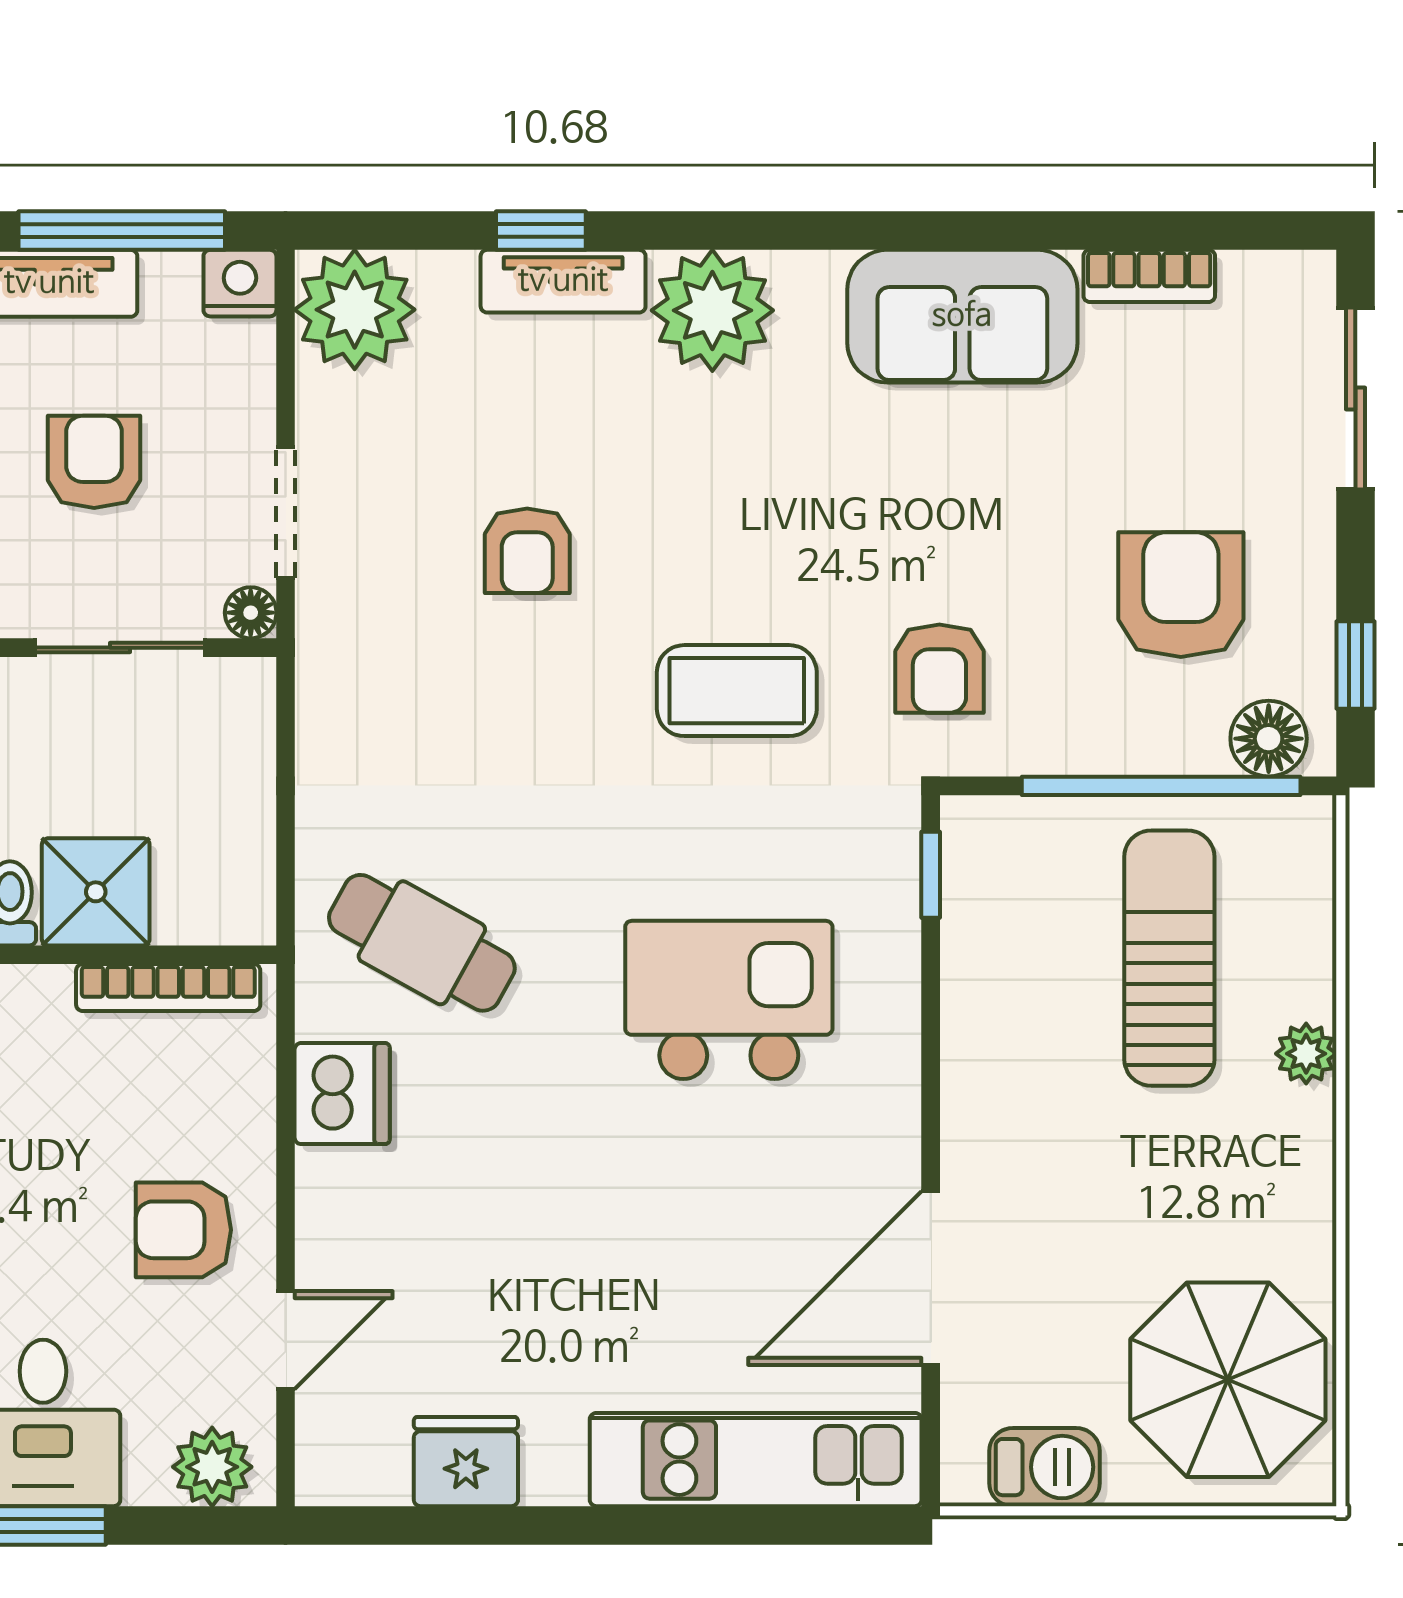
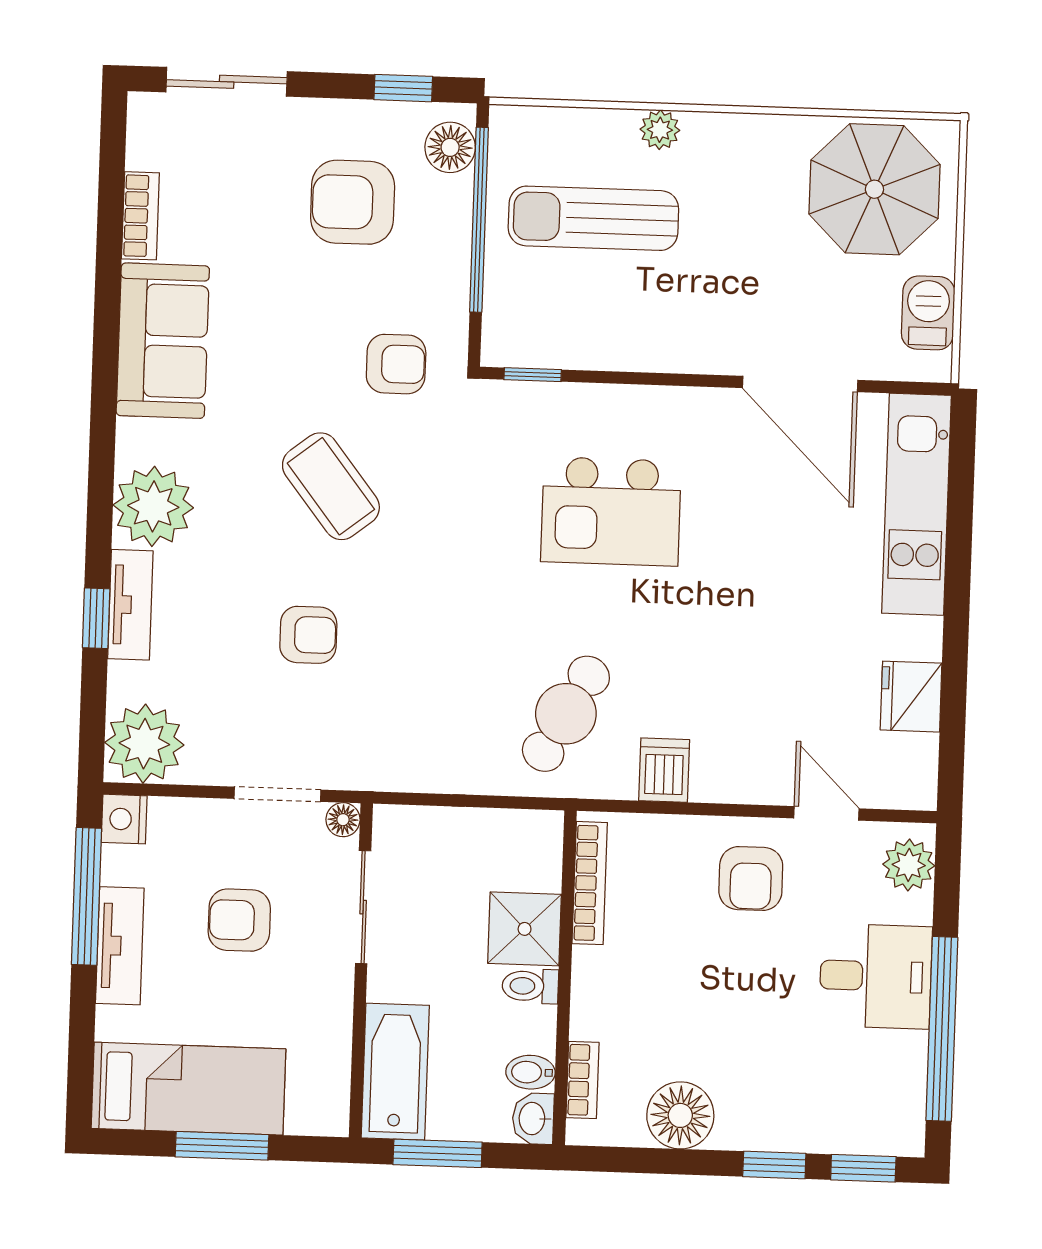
coffee table: (737, 691) -> (331, 486), moved, turned -38
kitchen island: (729, 1000) -> (611, 511), turned -90
dishwasher: (342, 1094) -> (664, 770), width x0.73

